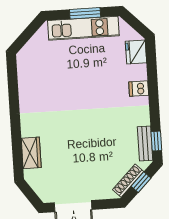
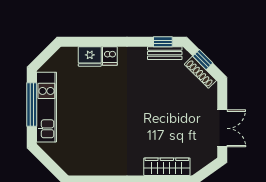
window: (85, 13) -> (32, 104), width x1.44
fridge: (136, 52) -> (90, 56), moved
wardrobe: (31, 153) -> (167, 167), width x1.50

